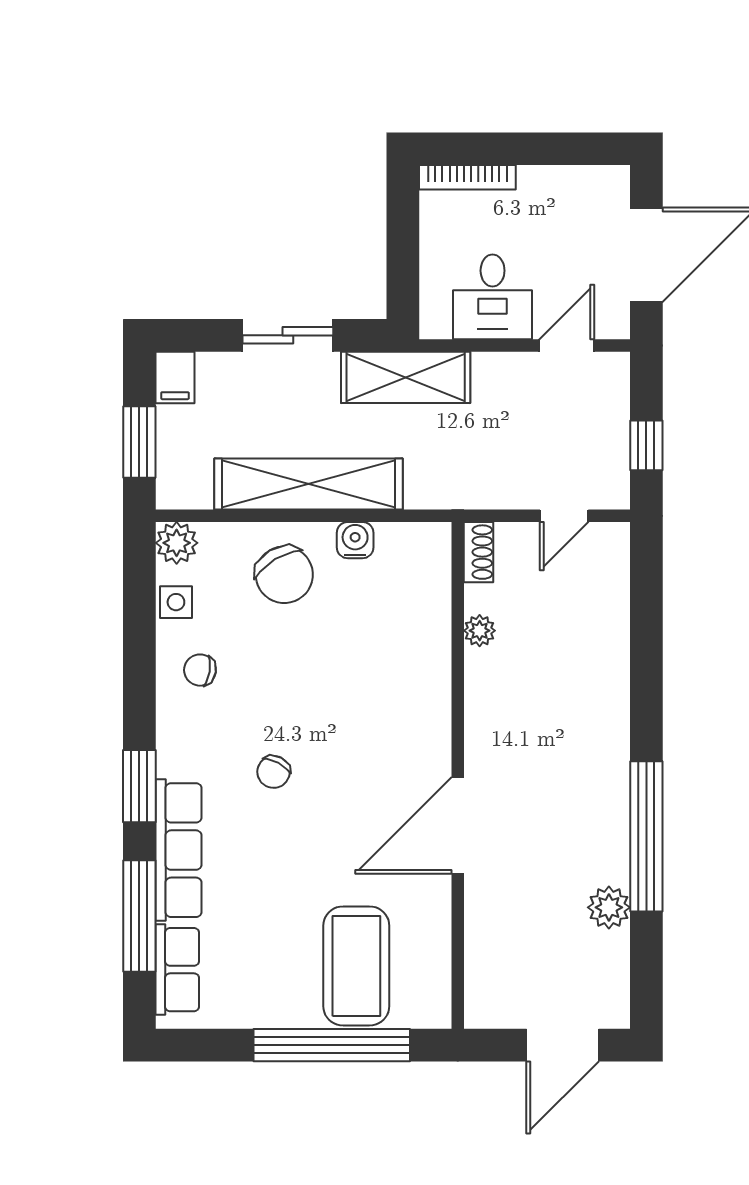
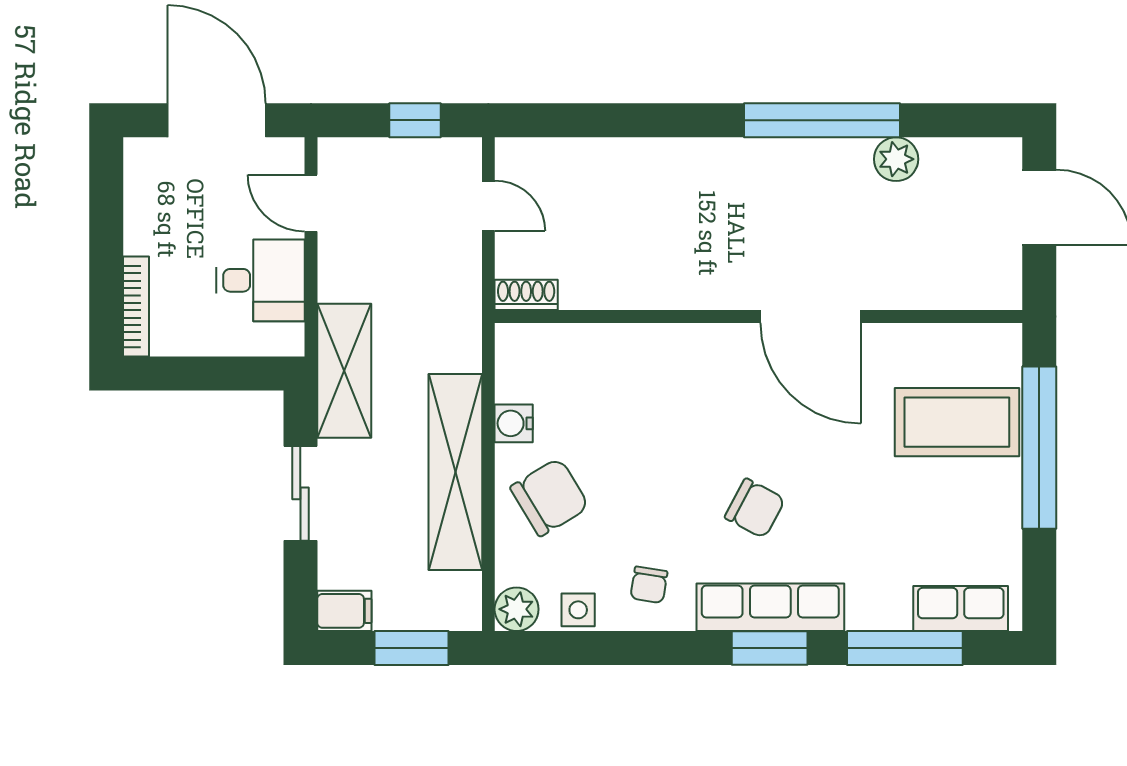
plant: (480, 631) -> (608, 294), removed
chair: (274, 772) -> (755, 508), width x1.37, depth x1.37
row of seats: (178, 850) -> (770, 607), moved

